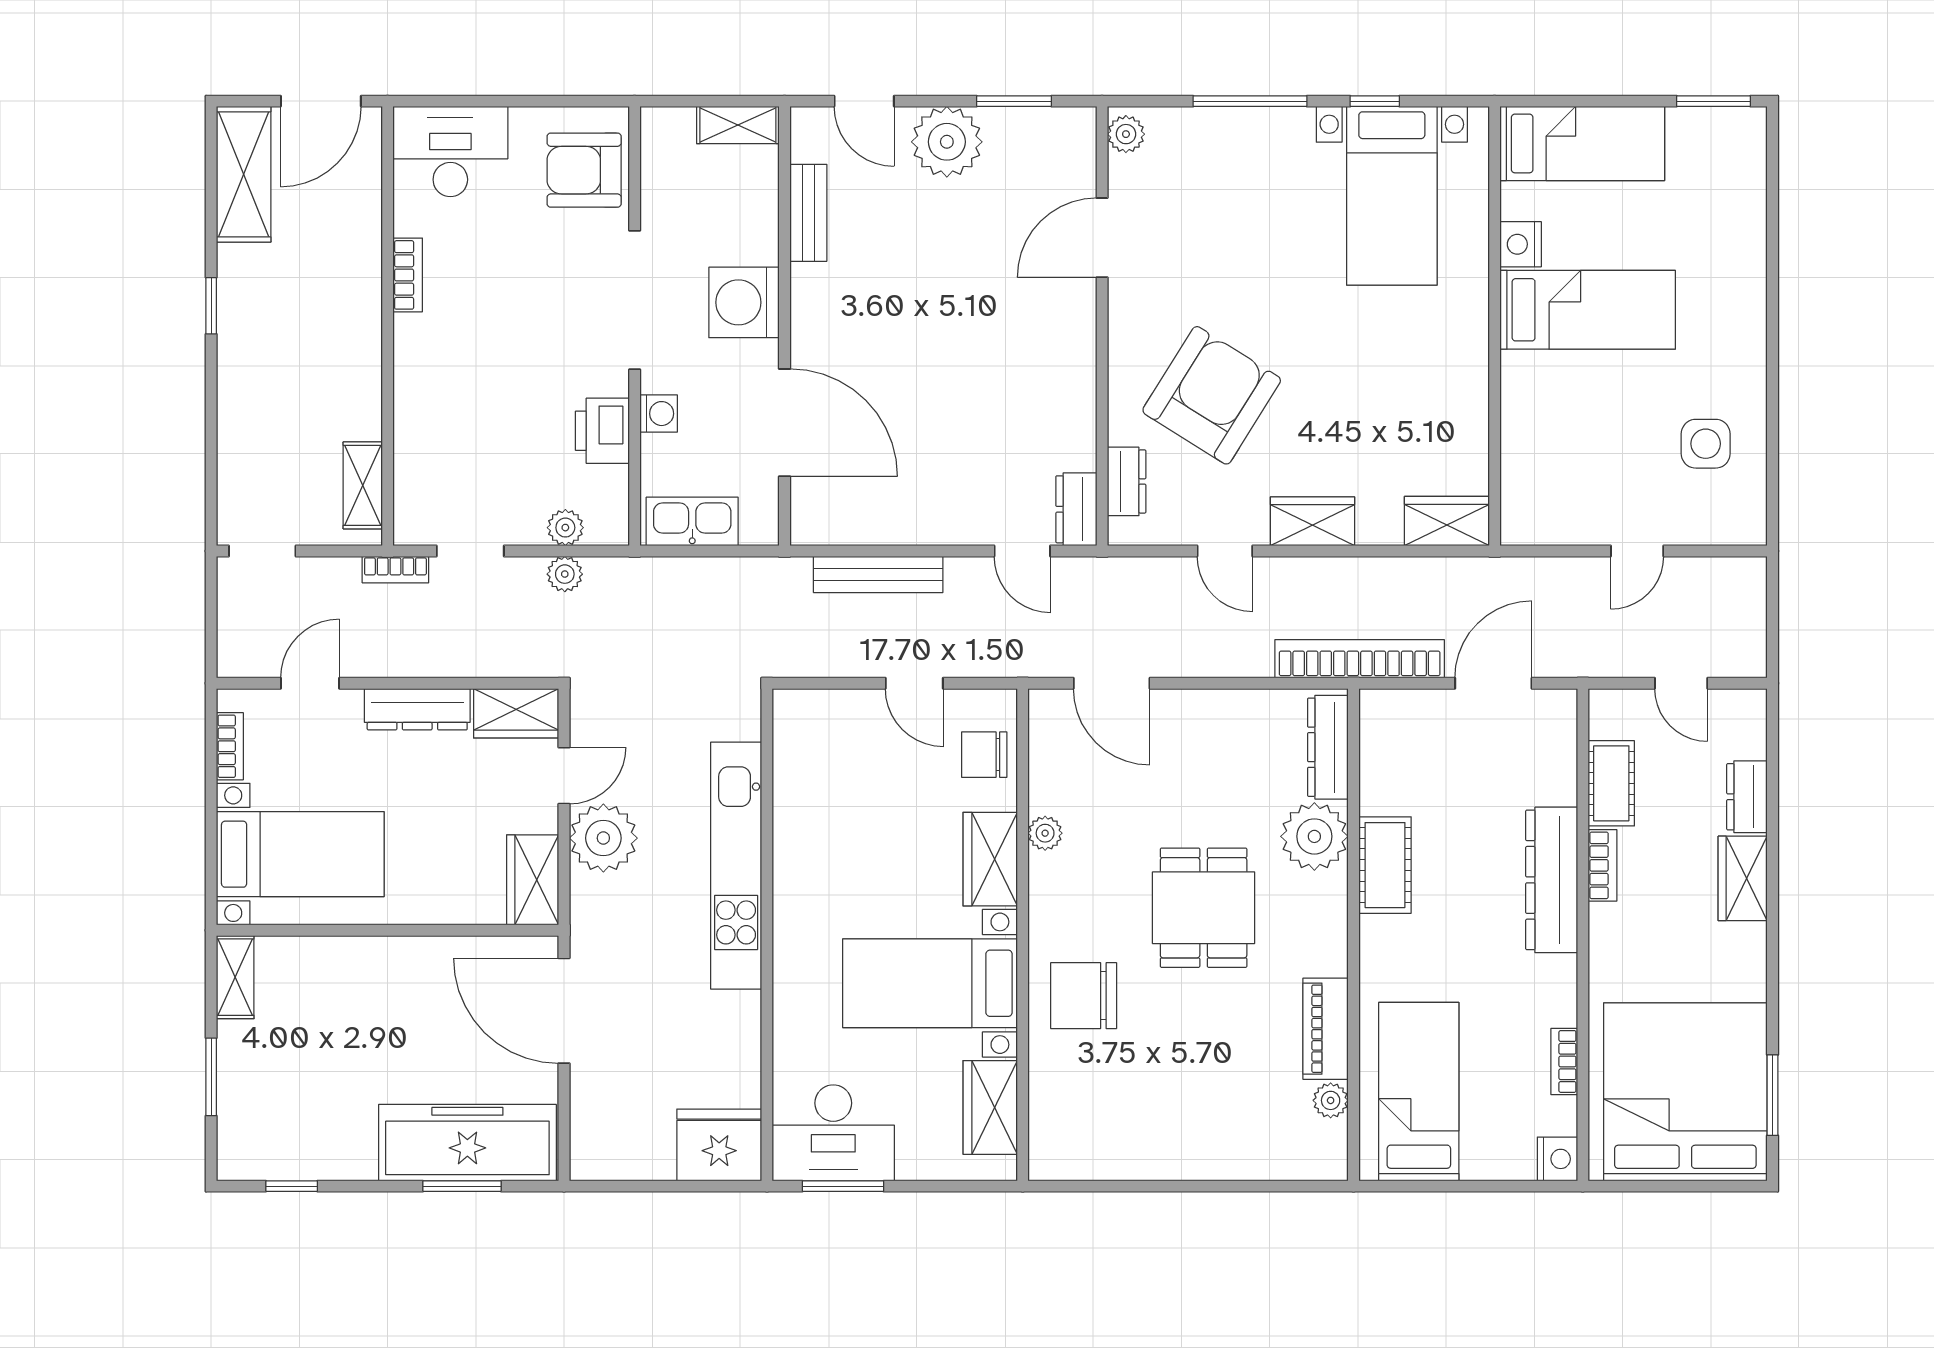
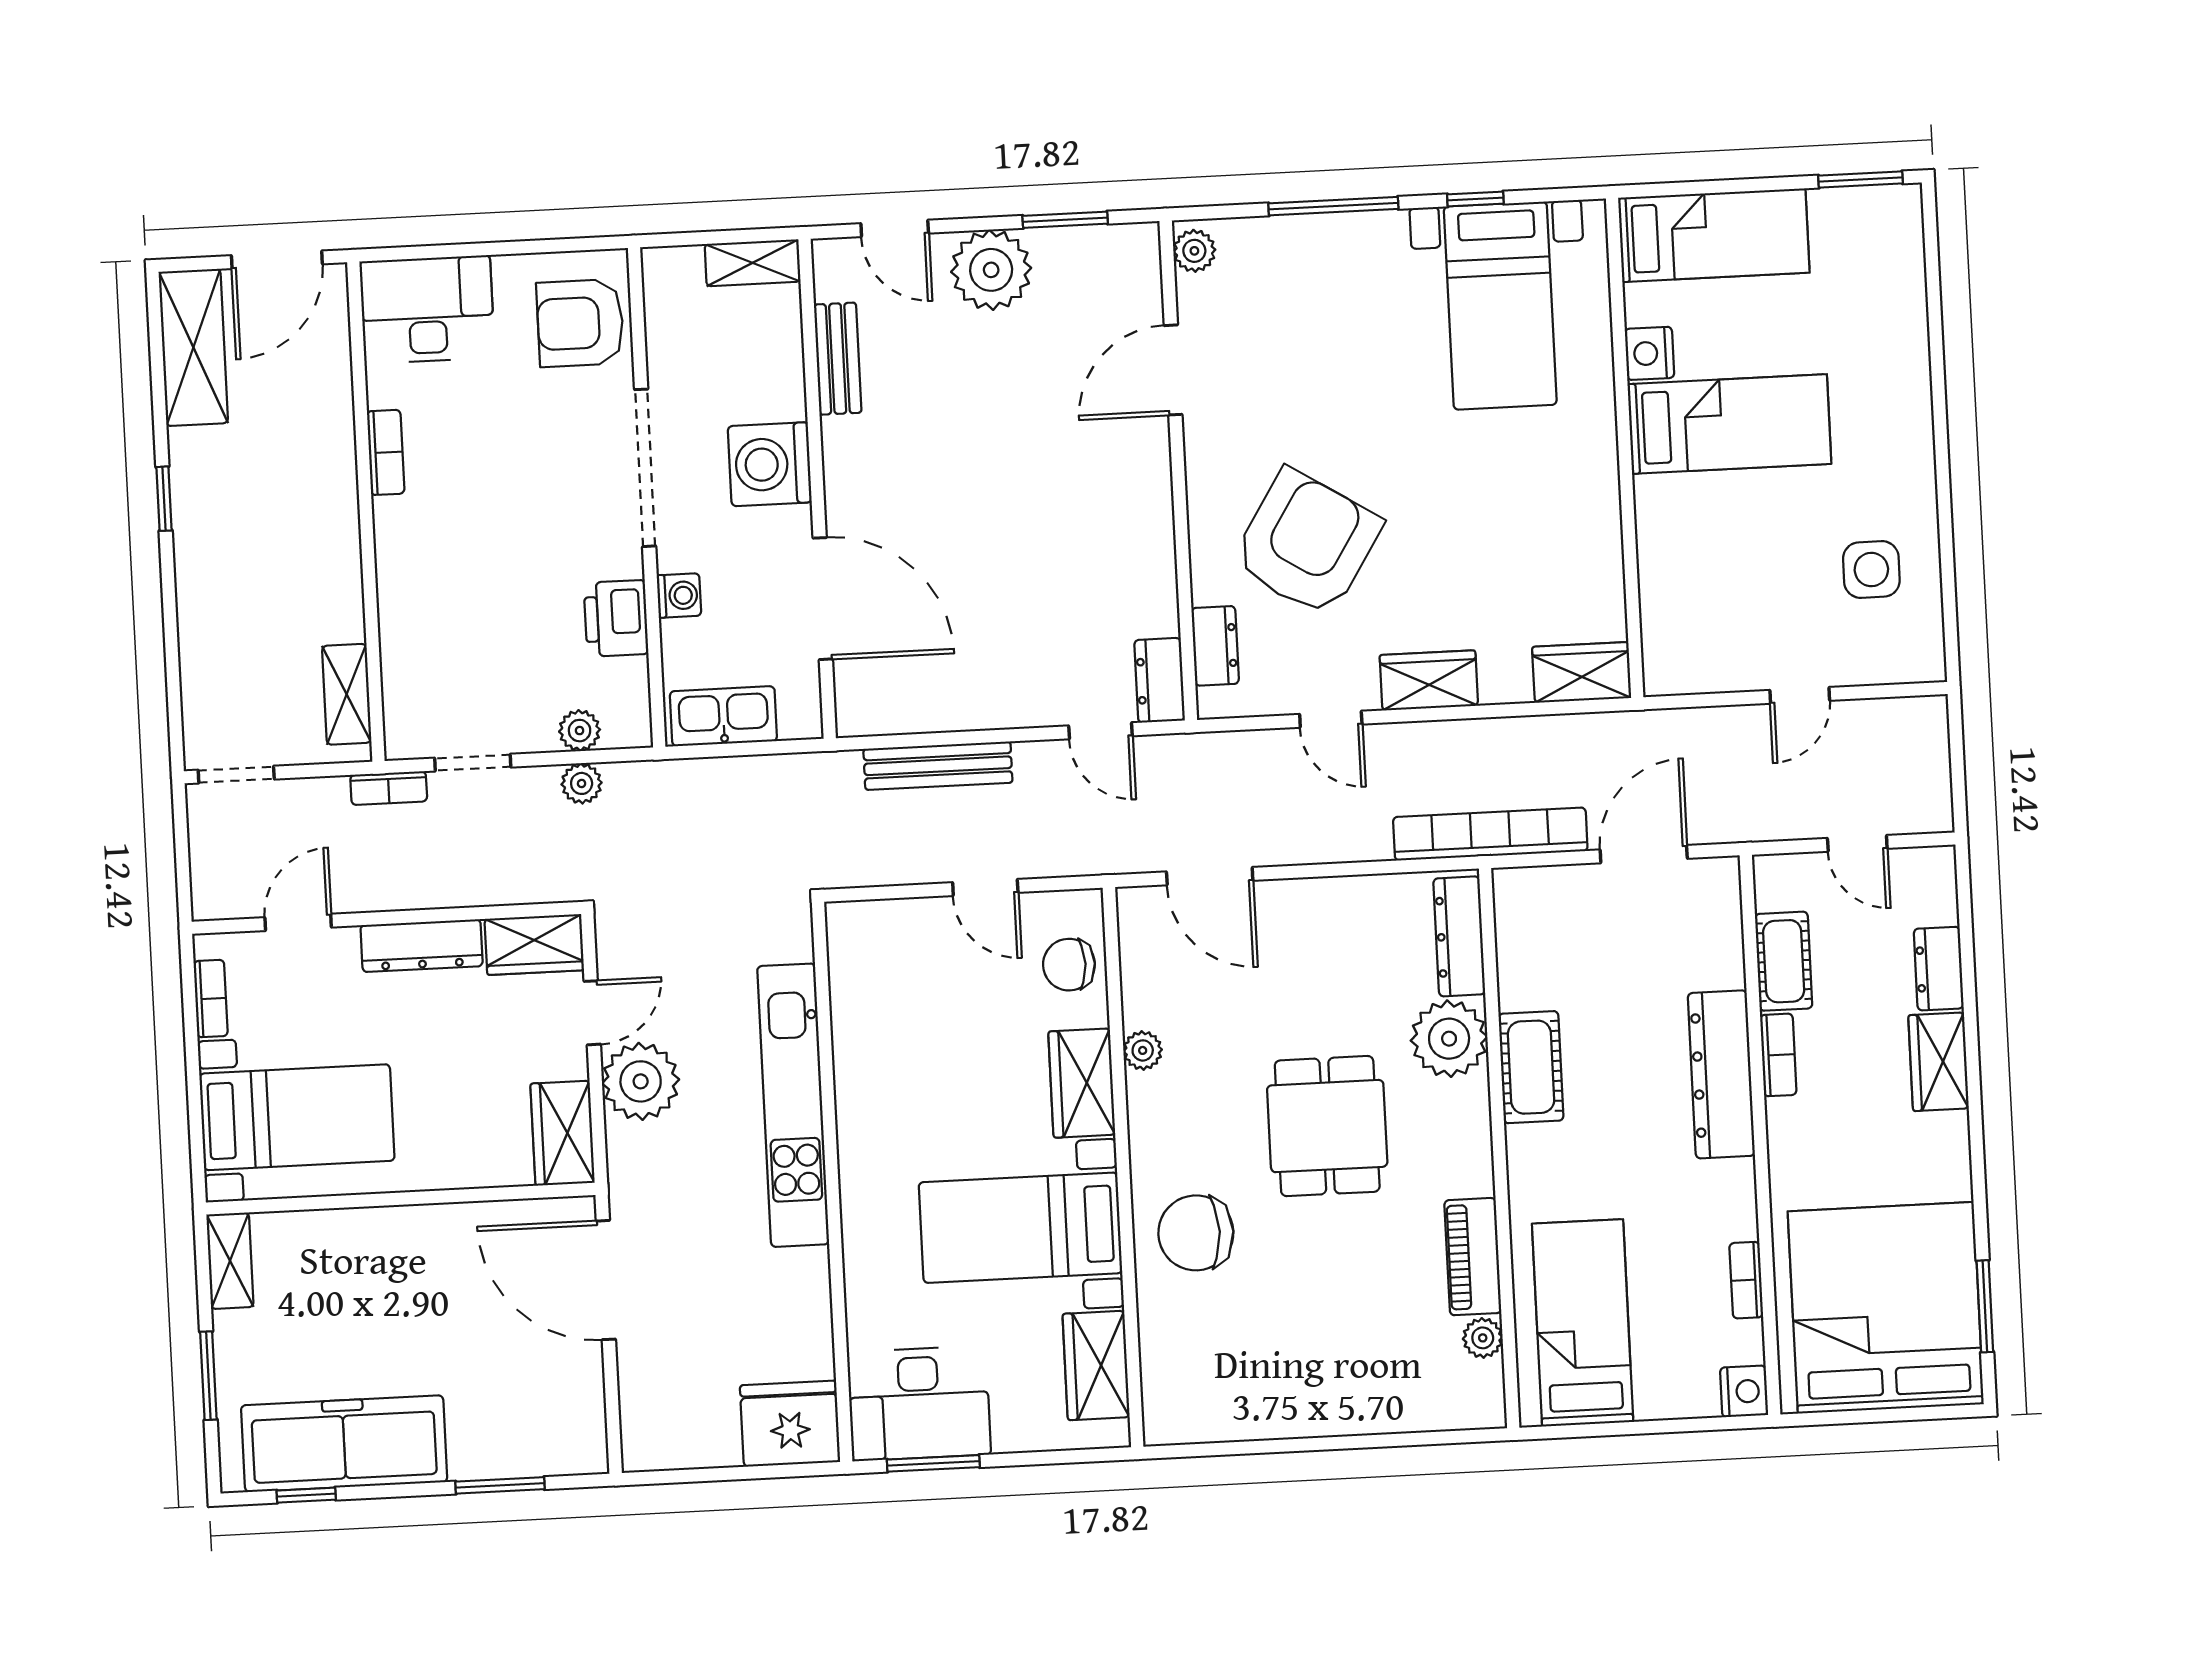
freezer: (467, 1143) -> (344, 1444), moved

